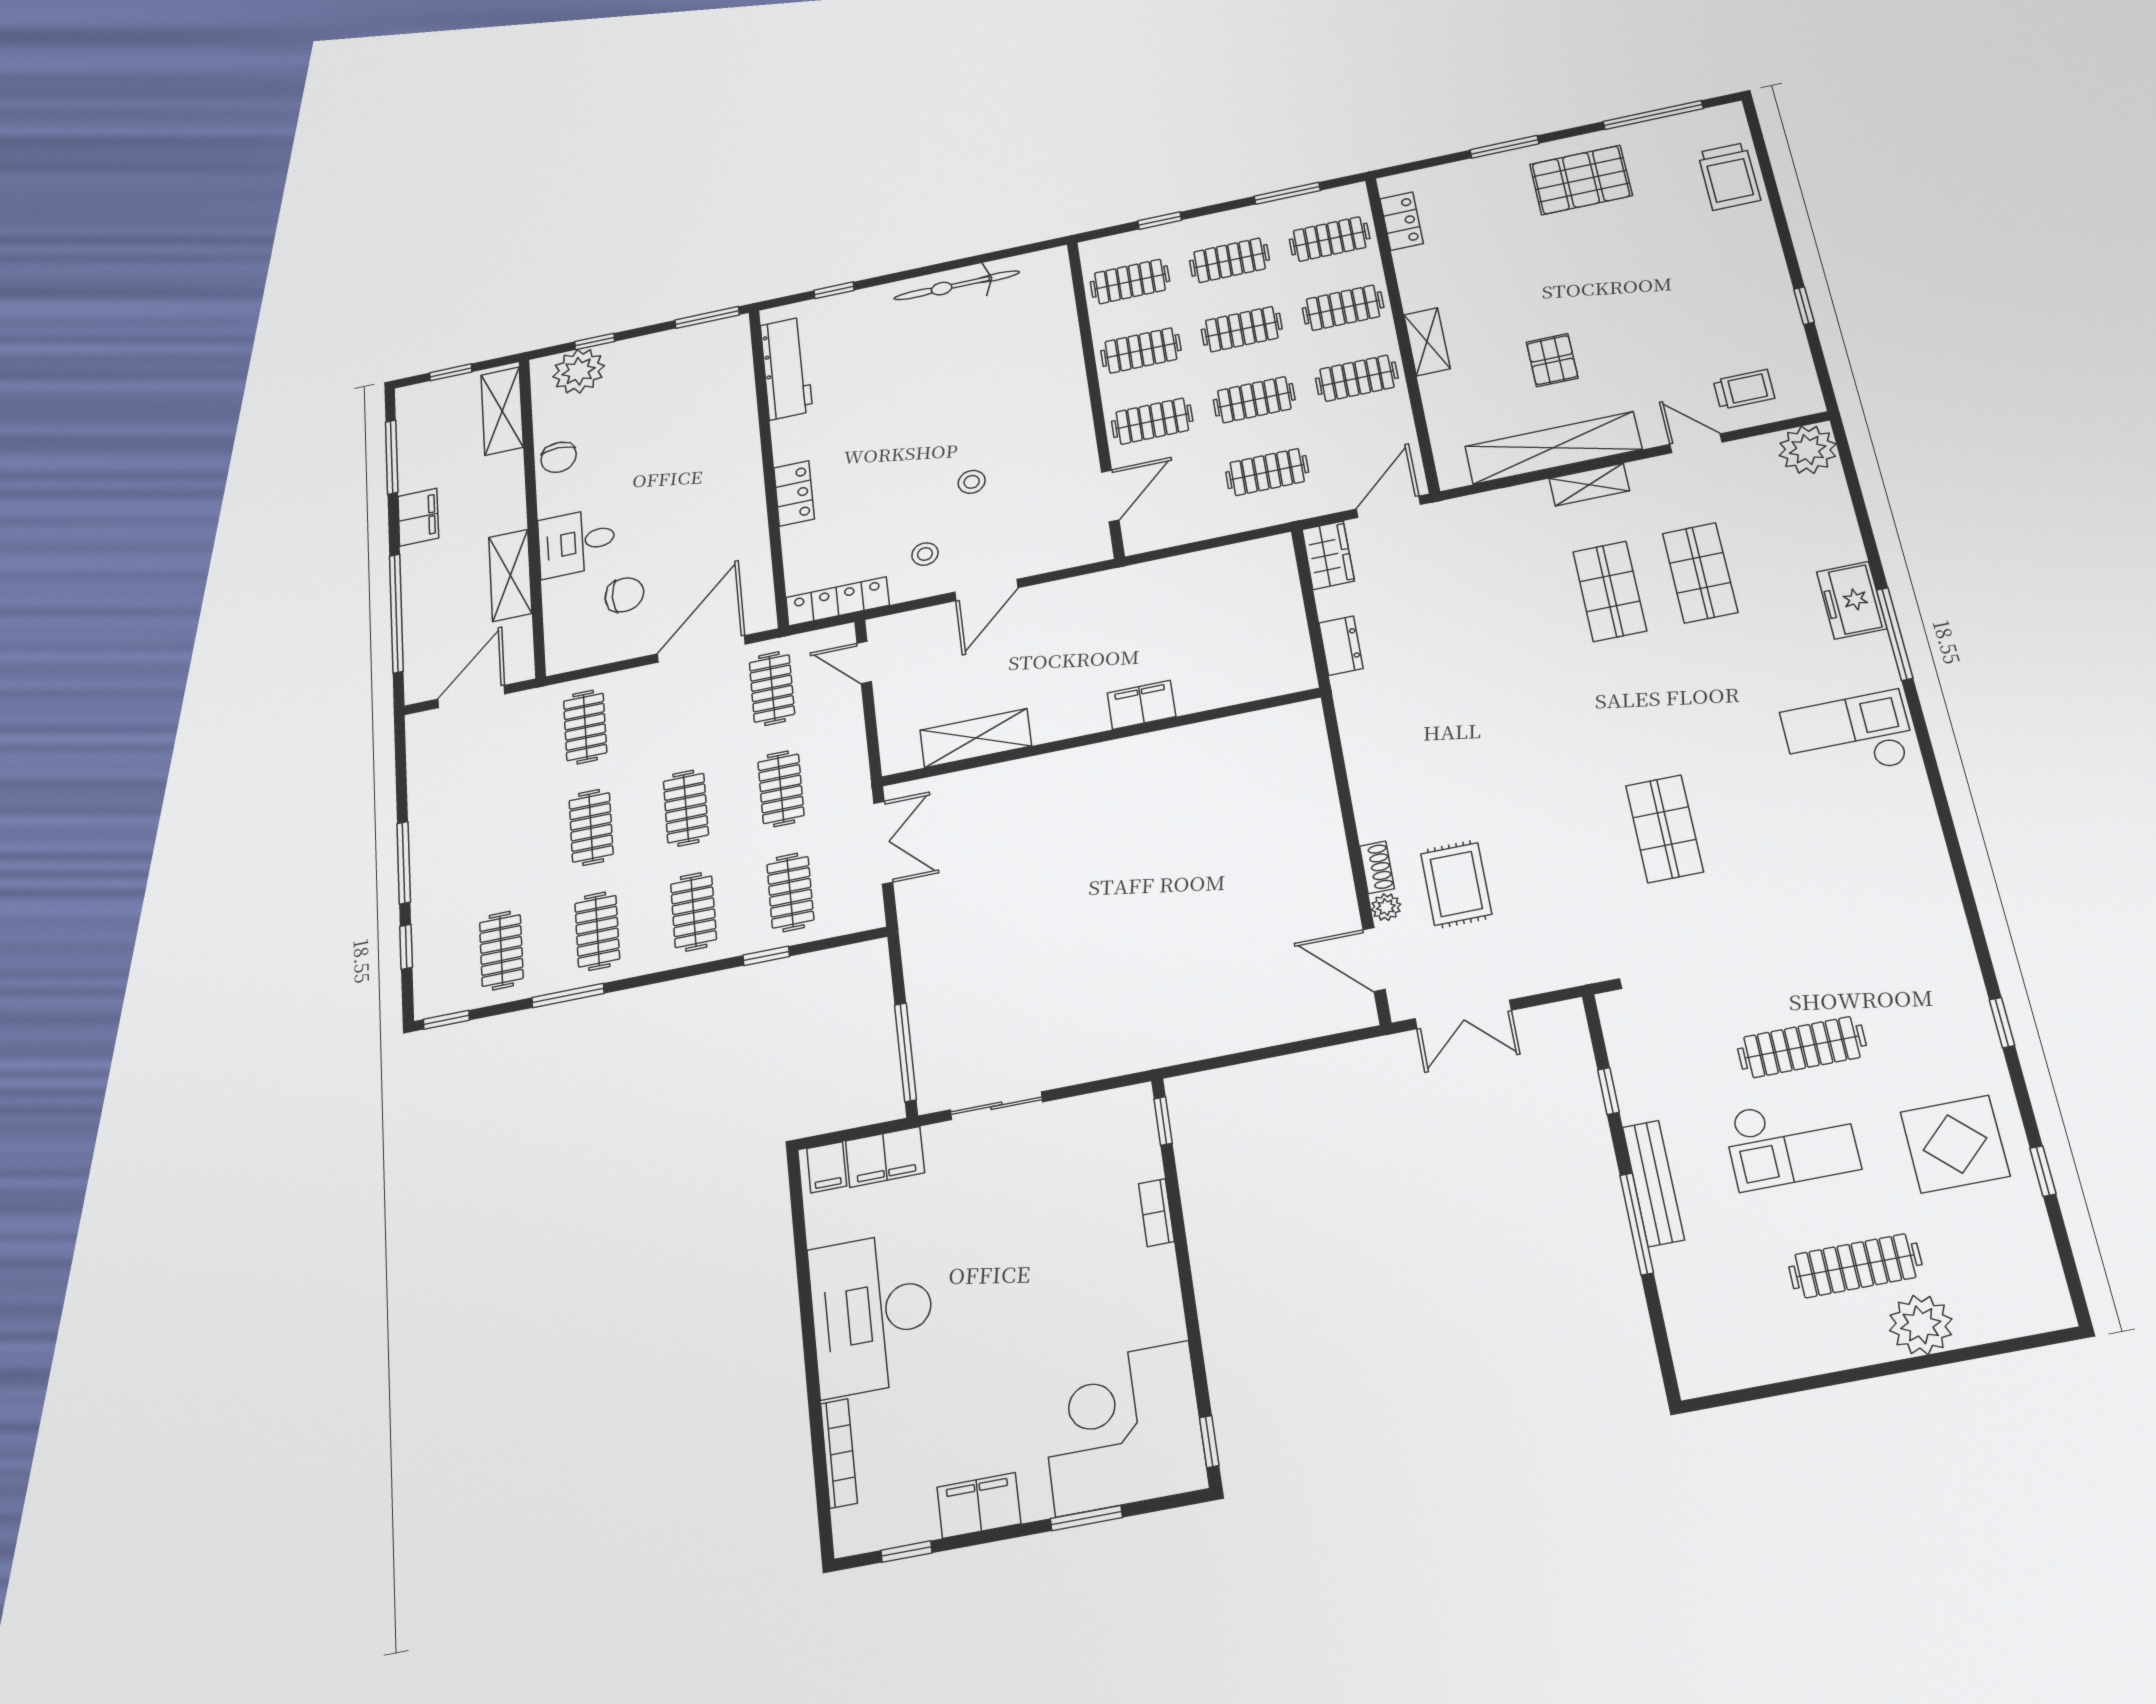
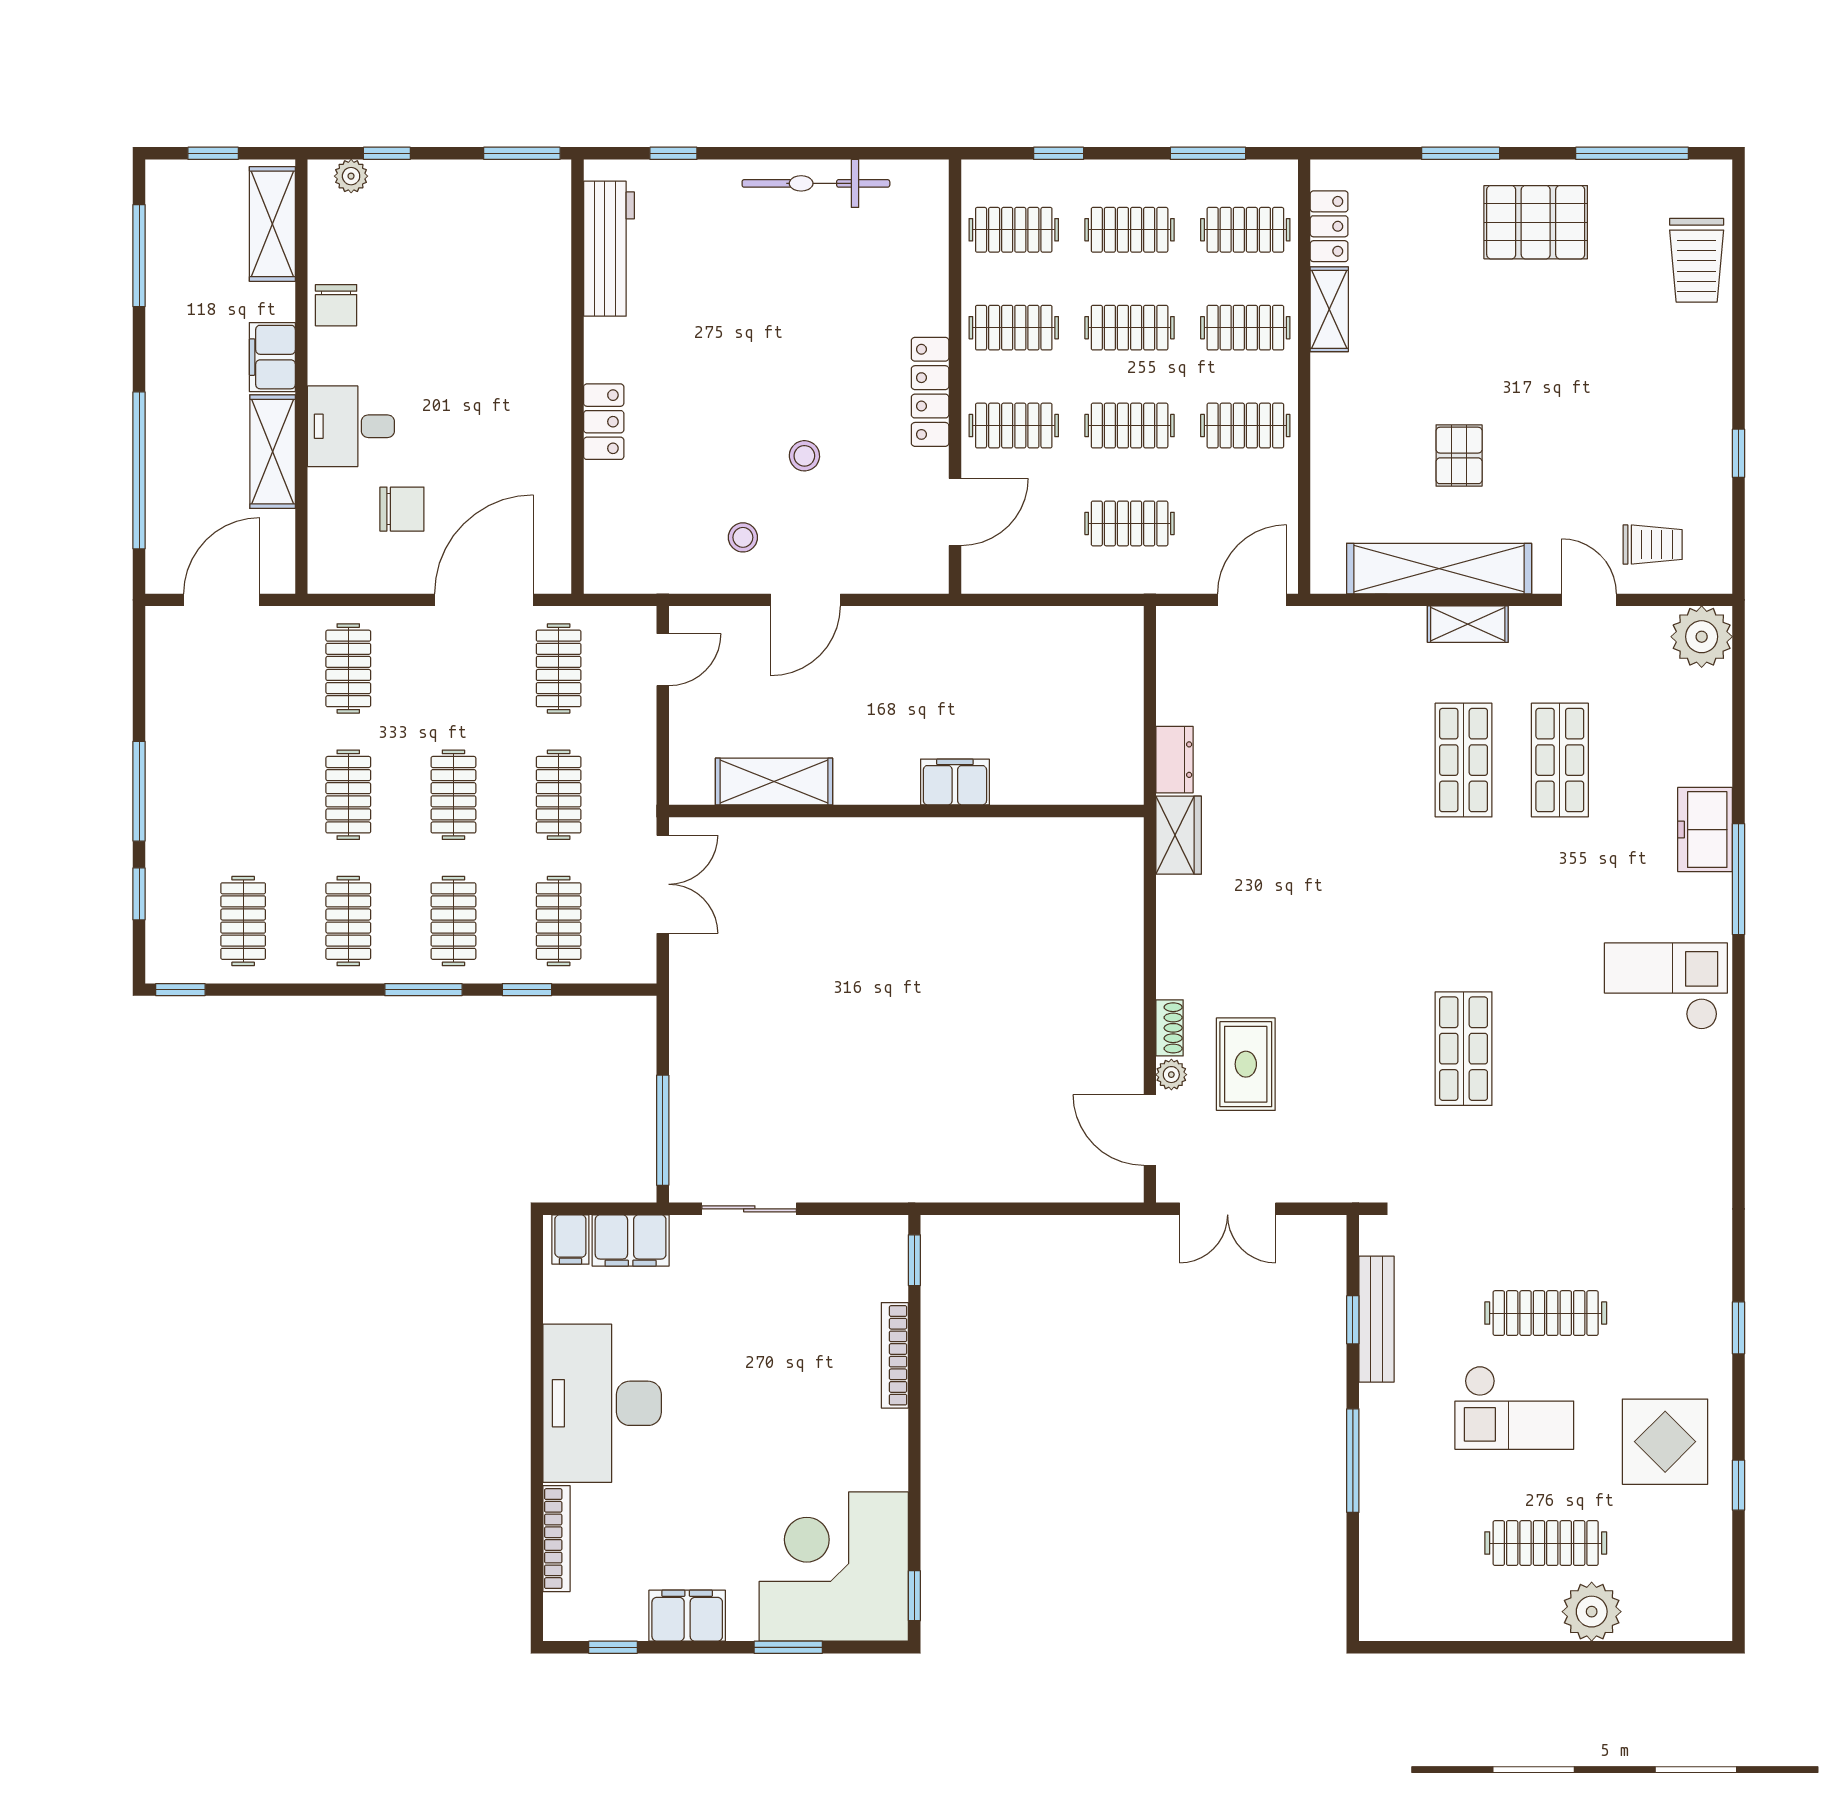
shelving: (1427, 342) -> (1329, 309), moved
plant: (579, 371) -> (351, 176), width x0.53, depth x0.53
filing cabinet: (418, 517) -> (272, 357), moved, turned 180
wardrobe: (1328, 555) -> (1179, 835), moved
locker: (837, 601) -> (930, 392), moved, turned -90
door: (864, 662) -> (663, 660), swing flipped
window: (568, 995) -> (423, 990), moved
bench: (1653, 1183) -> (1377, 1319), moved
bookcase: (1156, 1213) -> (895, 1355), width x1.56

